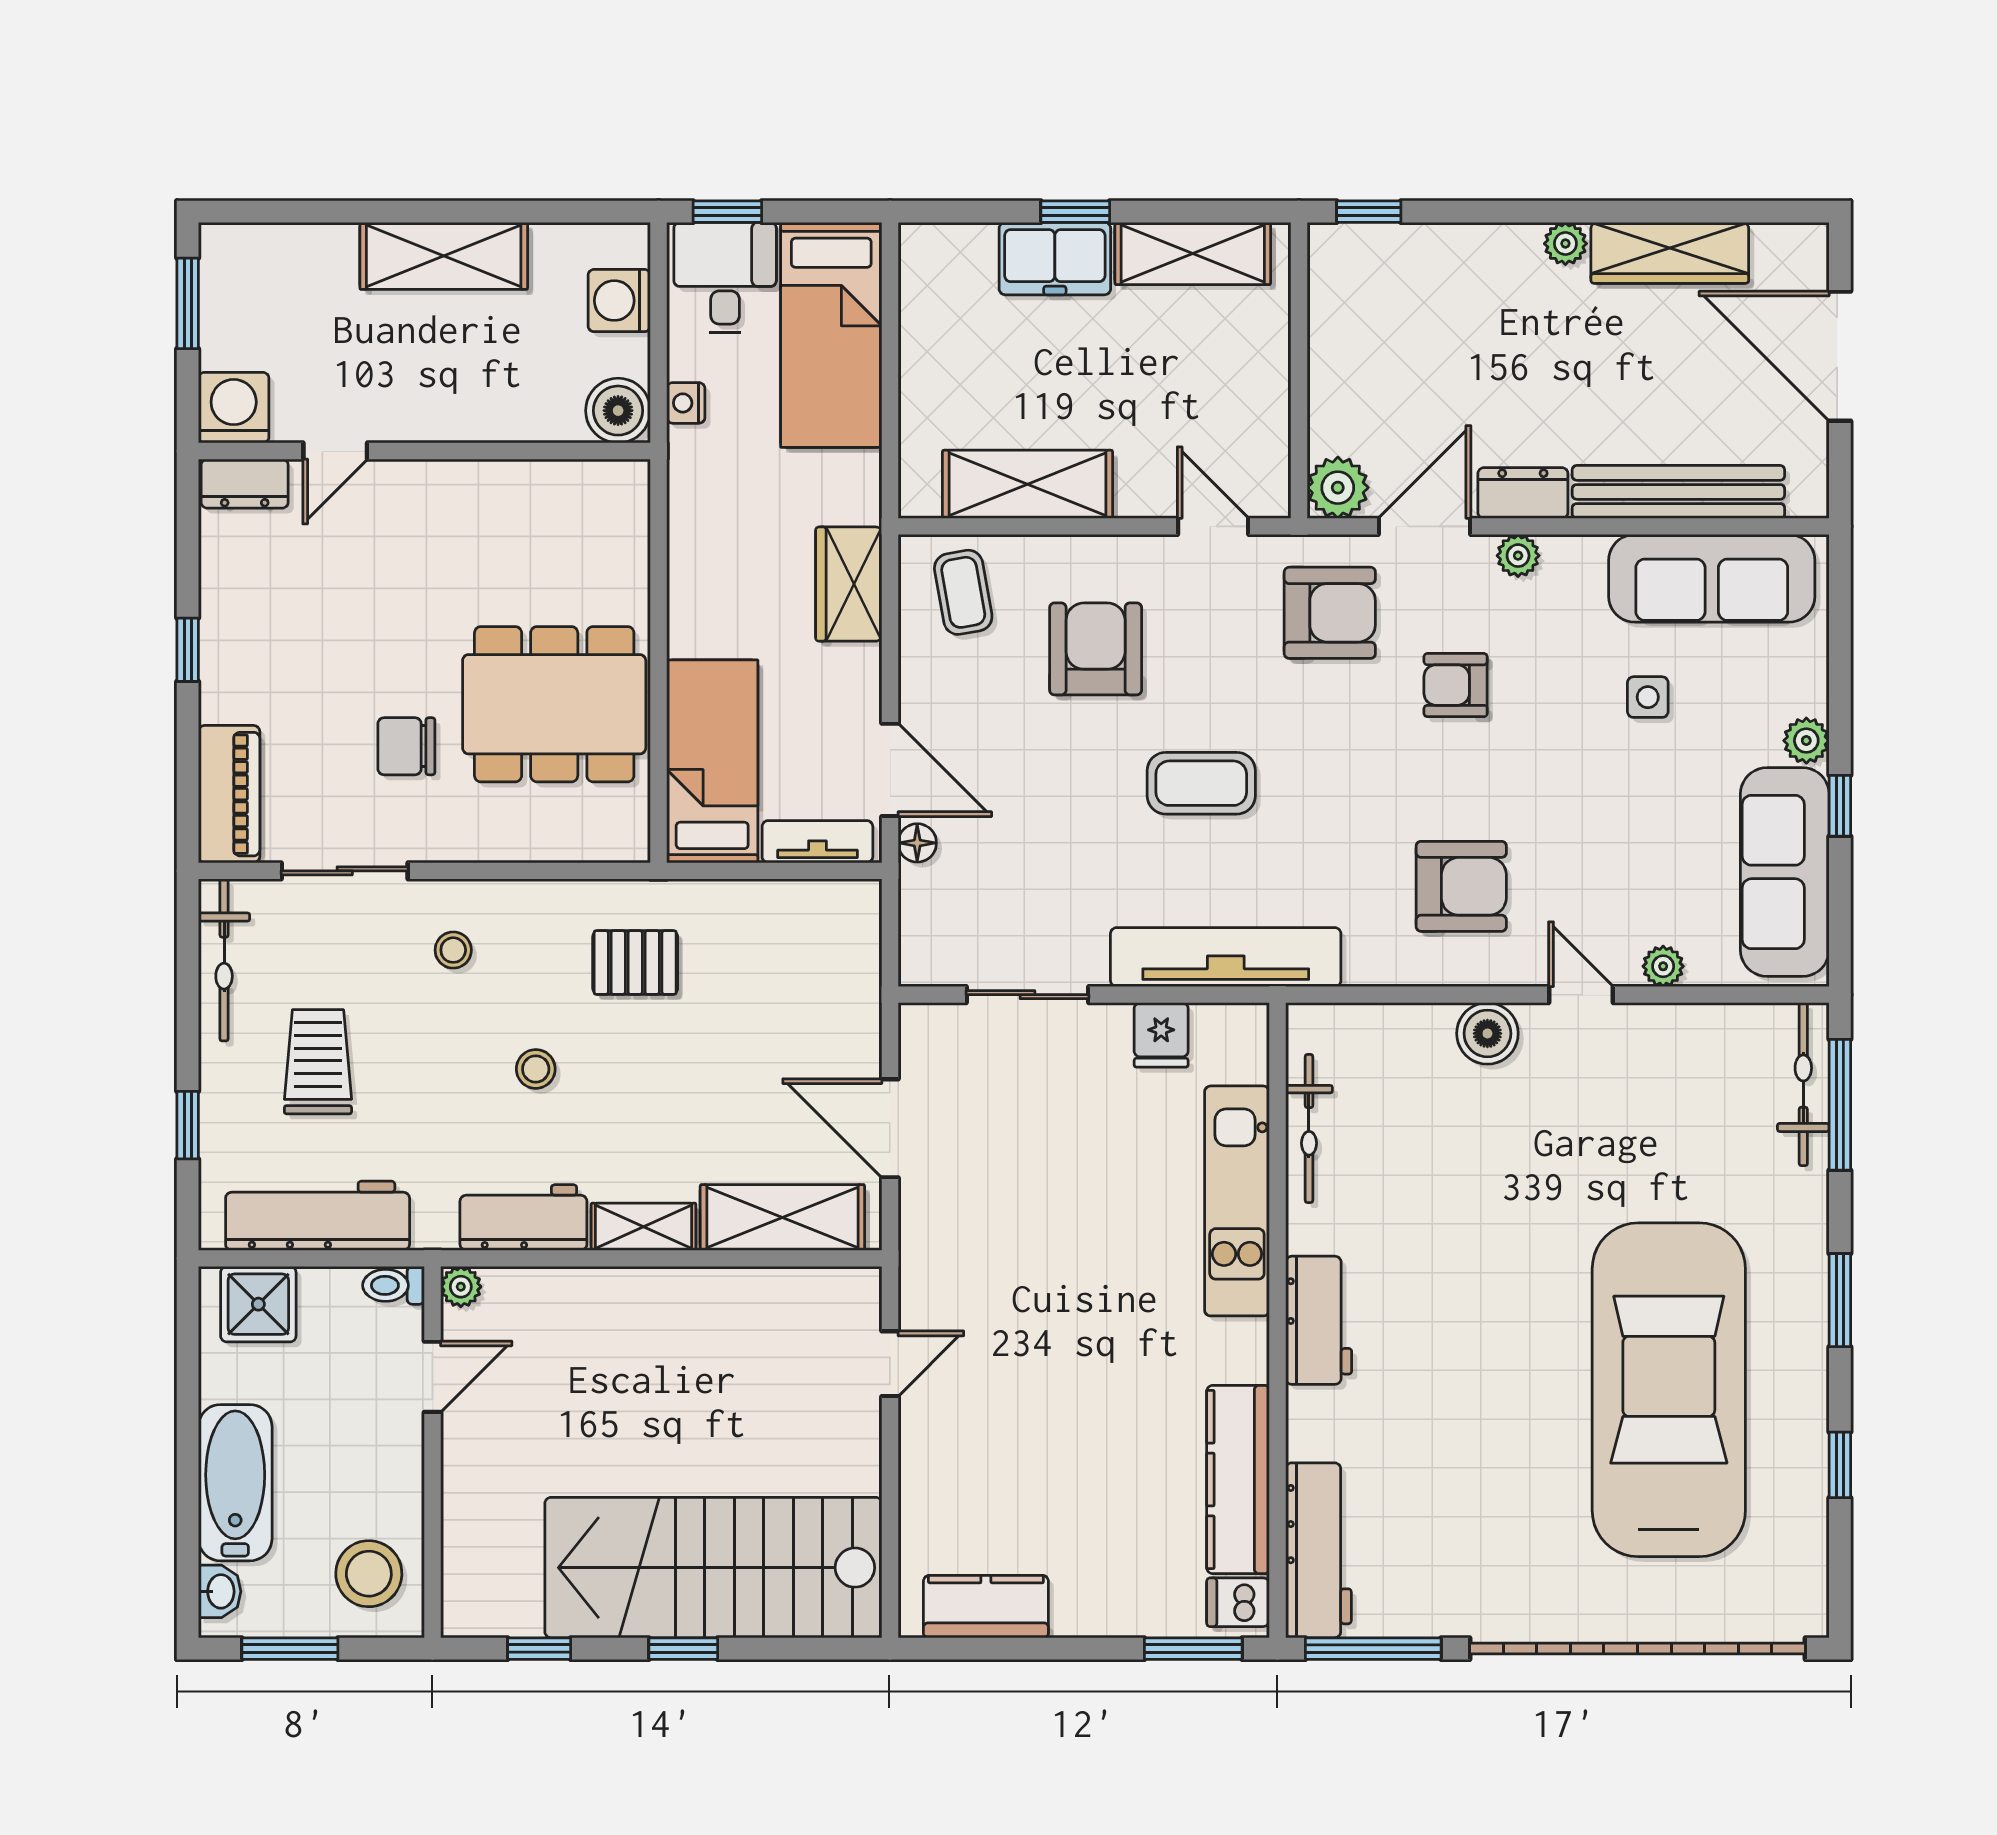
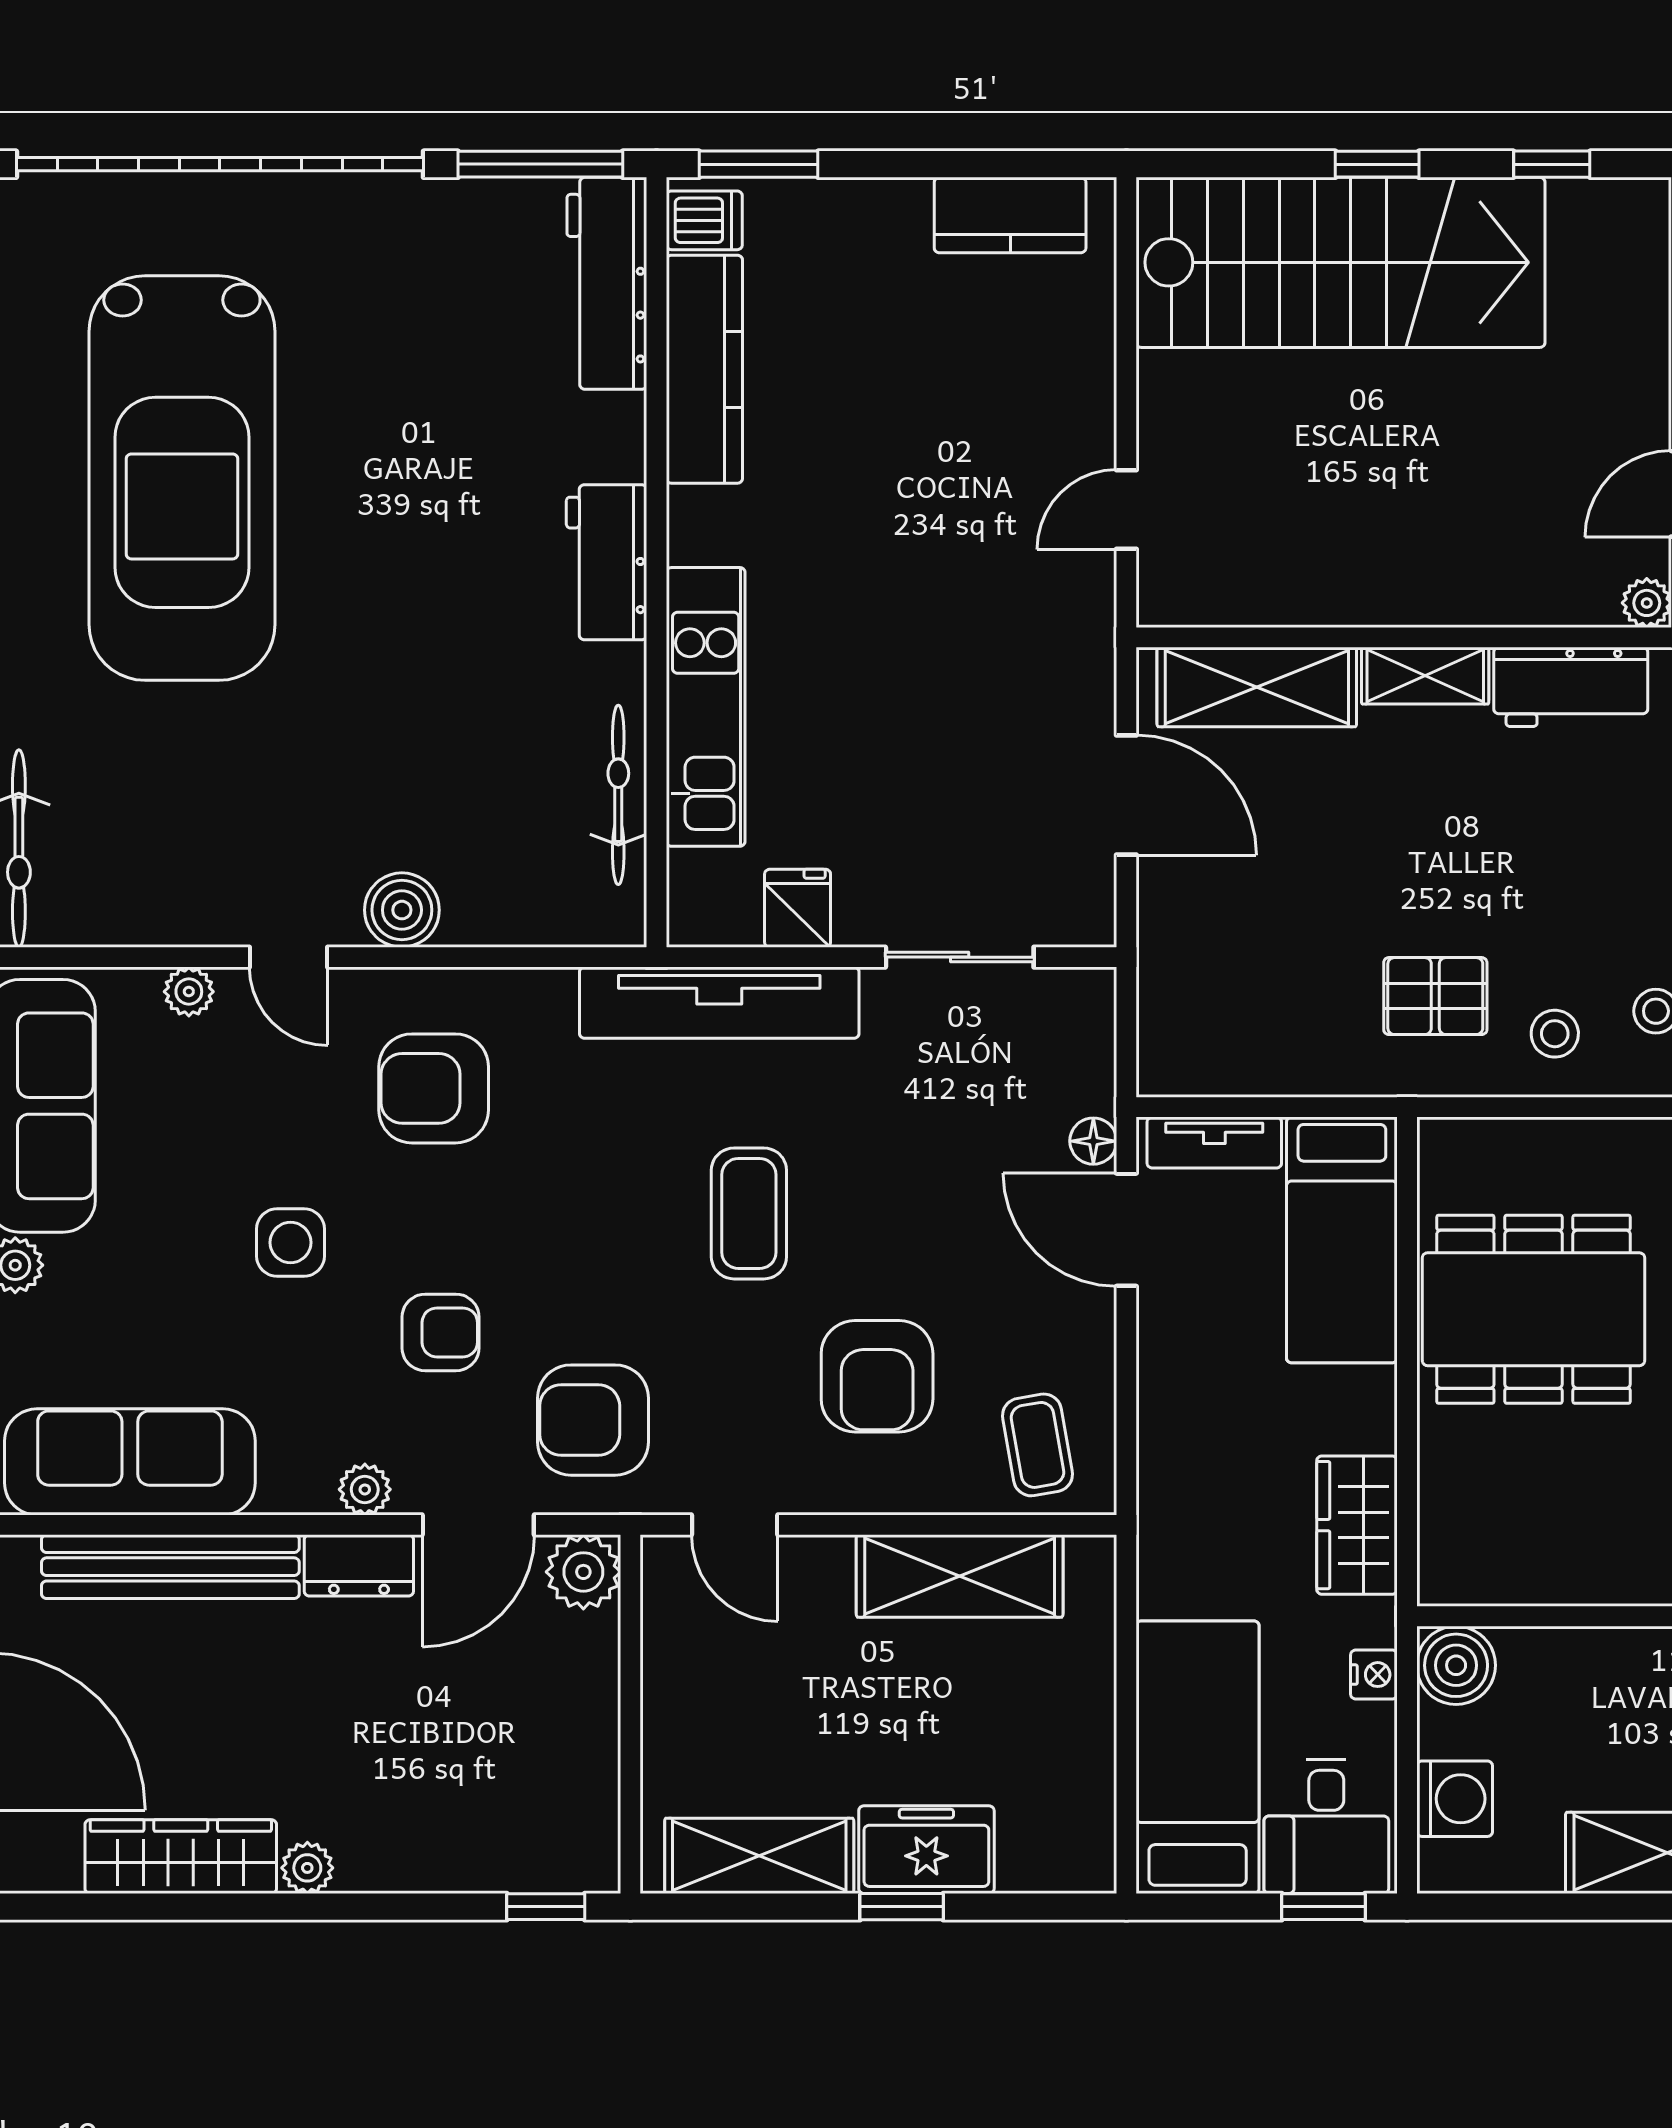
wardrobe: (849, 584) -> (1357, 1525), moved, turned 180
side table: (1648, 697) -> (291, 1243), moved, width x1.37, depth x1.37
coffee table: (1201, 783) -> (749, 1213), turned 90
stool: (536, 1069) -> (1555, 1034), moved

